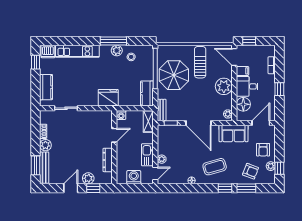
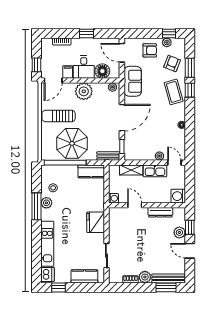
fridge: (108, 98) -> (96, 222), moved
shelving: (148, 121) -> (131, 170), moved
coffee table: (215, 167) -> (174, 92), moved
washing machine: (134, 177) -> (178, 196), moved

